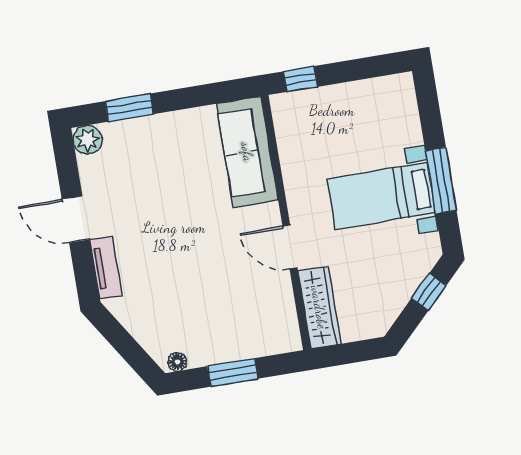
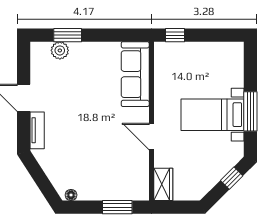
plant: (88, 140) -> (60, 50), moved
wardrobe: (319, 307) -> (163, 184), width x0.67
window: (233, 372) -> (117, 207), moved

